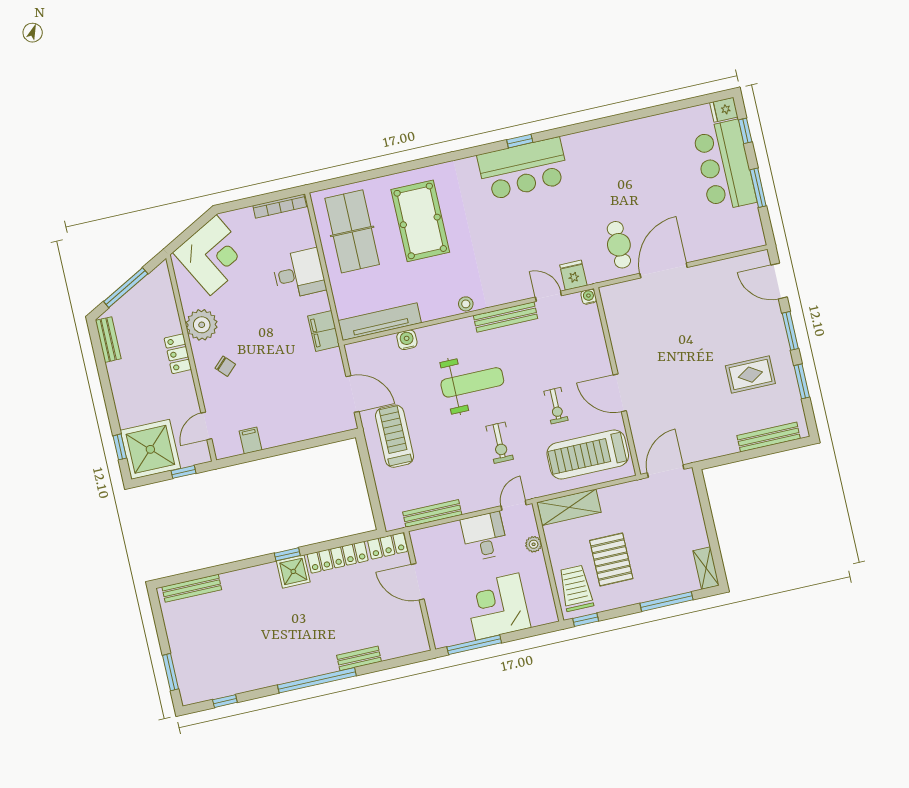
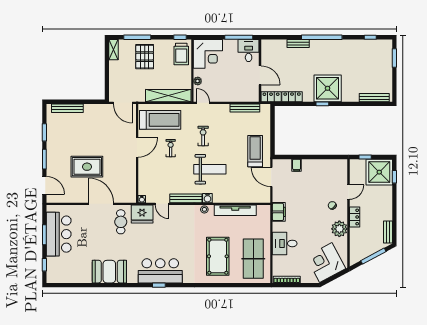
fridge: (724, 110) -> (53, 278), removed
booth: (619, 145) -> (109, 272), added
bar counter: (725, 166) -> (59, 234), moved
door: (664, 270) -> (101, 204), swing flipped
fridge: (573, 275) -> (142, 214), width x1.88, depth x1.34
tv unit: (380, 322) -> (235, 210), moved
water cooler: (407, 340) -> (207, 198), moved
rug: (750, 375) -> (87, 167), moved, width x1.36, depth x1.43
weight bench: (472, 382) -> (210, 169), turned 180
door: (620, 393) -> (137, 147), hinge flipped
door: (206, 426) -> (349, 192), moved
treadmill: (394, 436) -> (255, 151), turned 180
filing cabinet: (251, 440) -> (297, 165), moved
door: (666, 471) -> (123, 103), hinge flipped
door: (514, 505) -> (203, 103), swing flipped
shelving: (569, 507) -> (168, 96), width x1.47
desk: (484, 536) -> (249, 51), moved, turned 180
locker: (338, 557) -> (292, 97), width x0.66
pallet: (611, 559) -> (145, 57), moved
shower: (293, 571) -> (328, 88), width x1.86, depth x1.86
corner desk: (497, 606) -> (208, 54), moved

